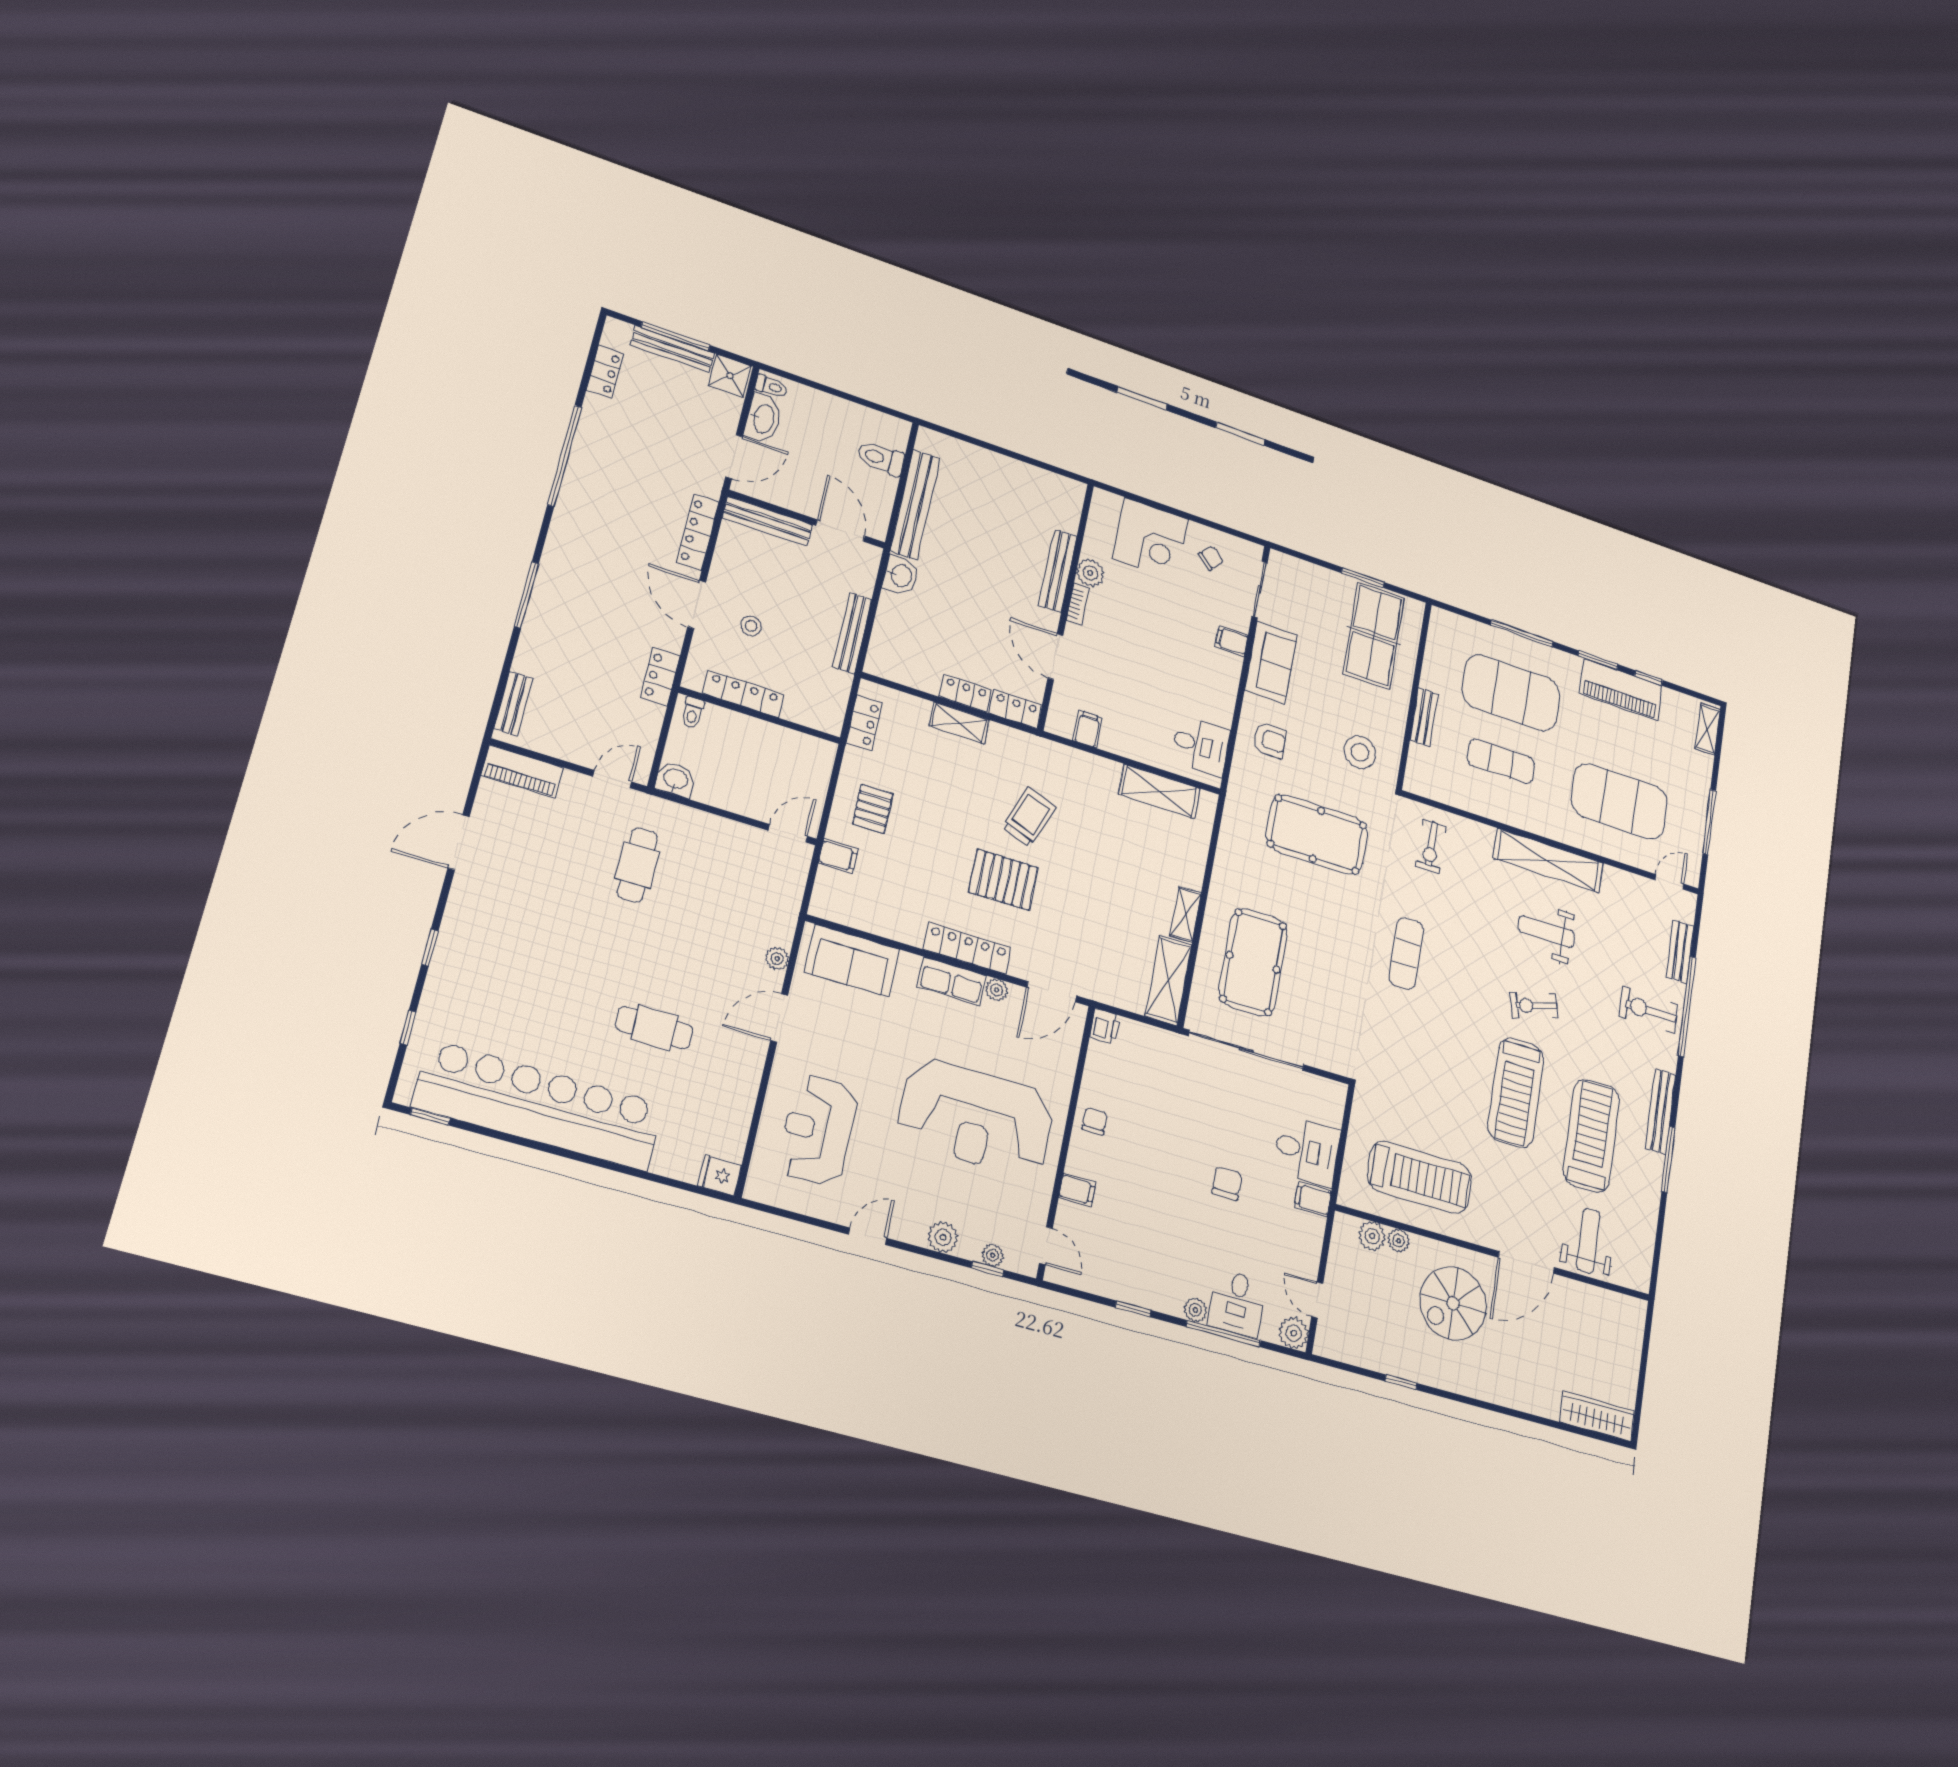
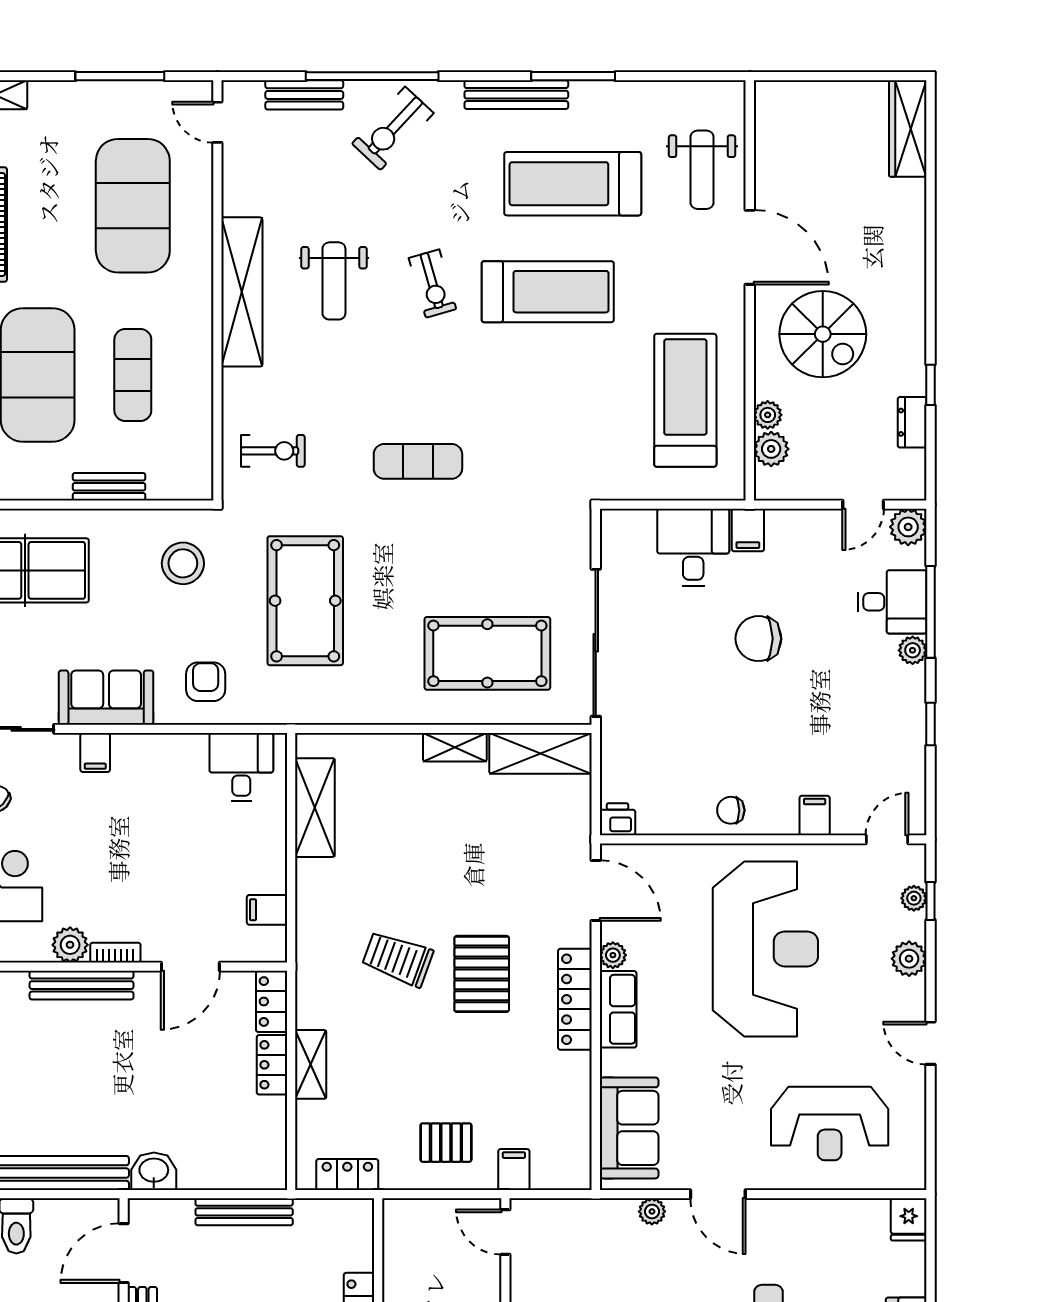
exercise bike: (1649, 1010) -> (393, 128), turned 43
chair: (1227, 1183) -> (758, 639), width x1.37, depth x1.37
weight bench: (1588, 1241) -> (702, 170), turned -90
dresser: (1375, 1359) -> (912, 422), added

